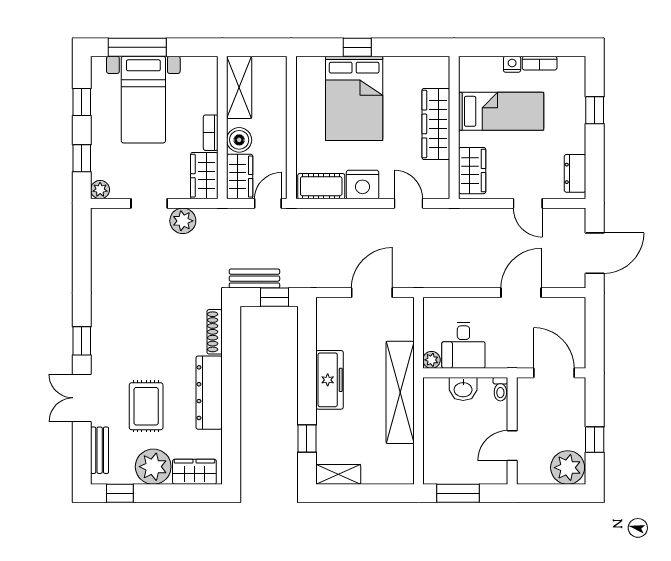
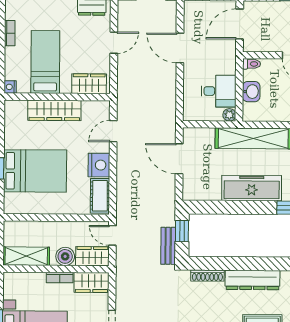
nightstand: (512, 64) -> (10, 87), moved
plant: (183, 221) -> (125, 299), removed
freezer: (330, 380) -> (252, 188), width x1.36, depth x1.26

